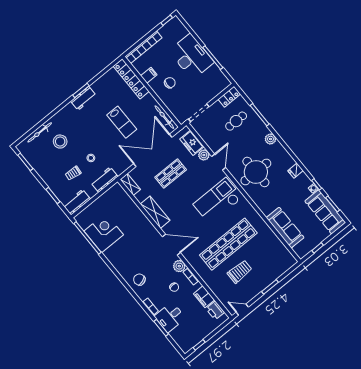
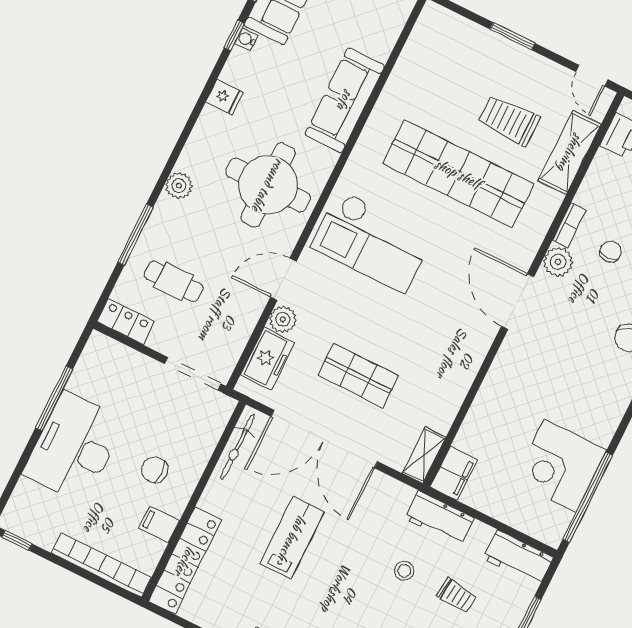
shelving: (155, 212) -> (570, 152), moved
sofa: (285, 228) -> (345, 100), moved
filing cabinet: (204, 297) -> (454, 473), moved

